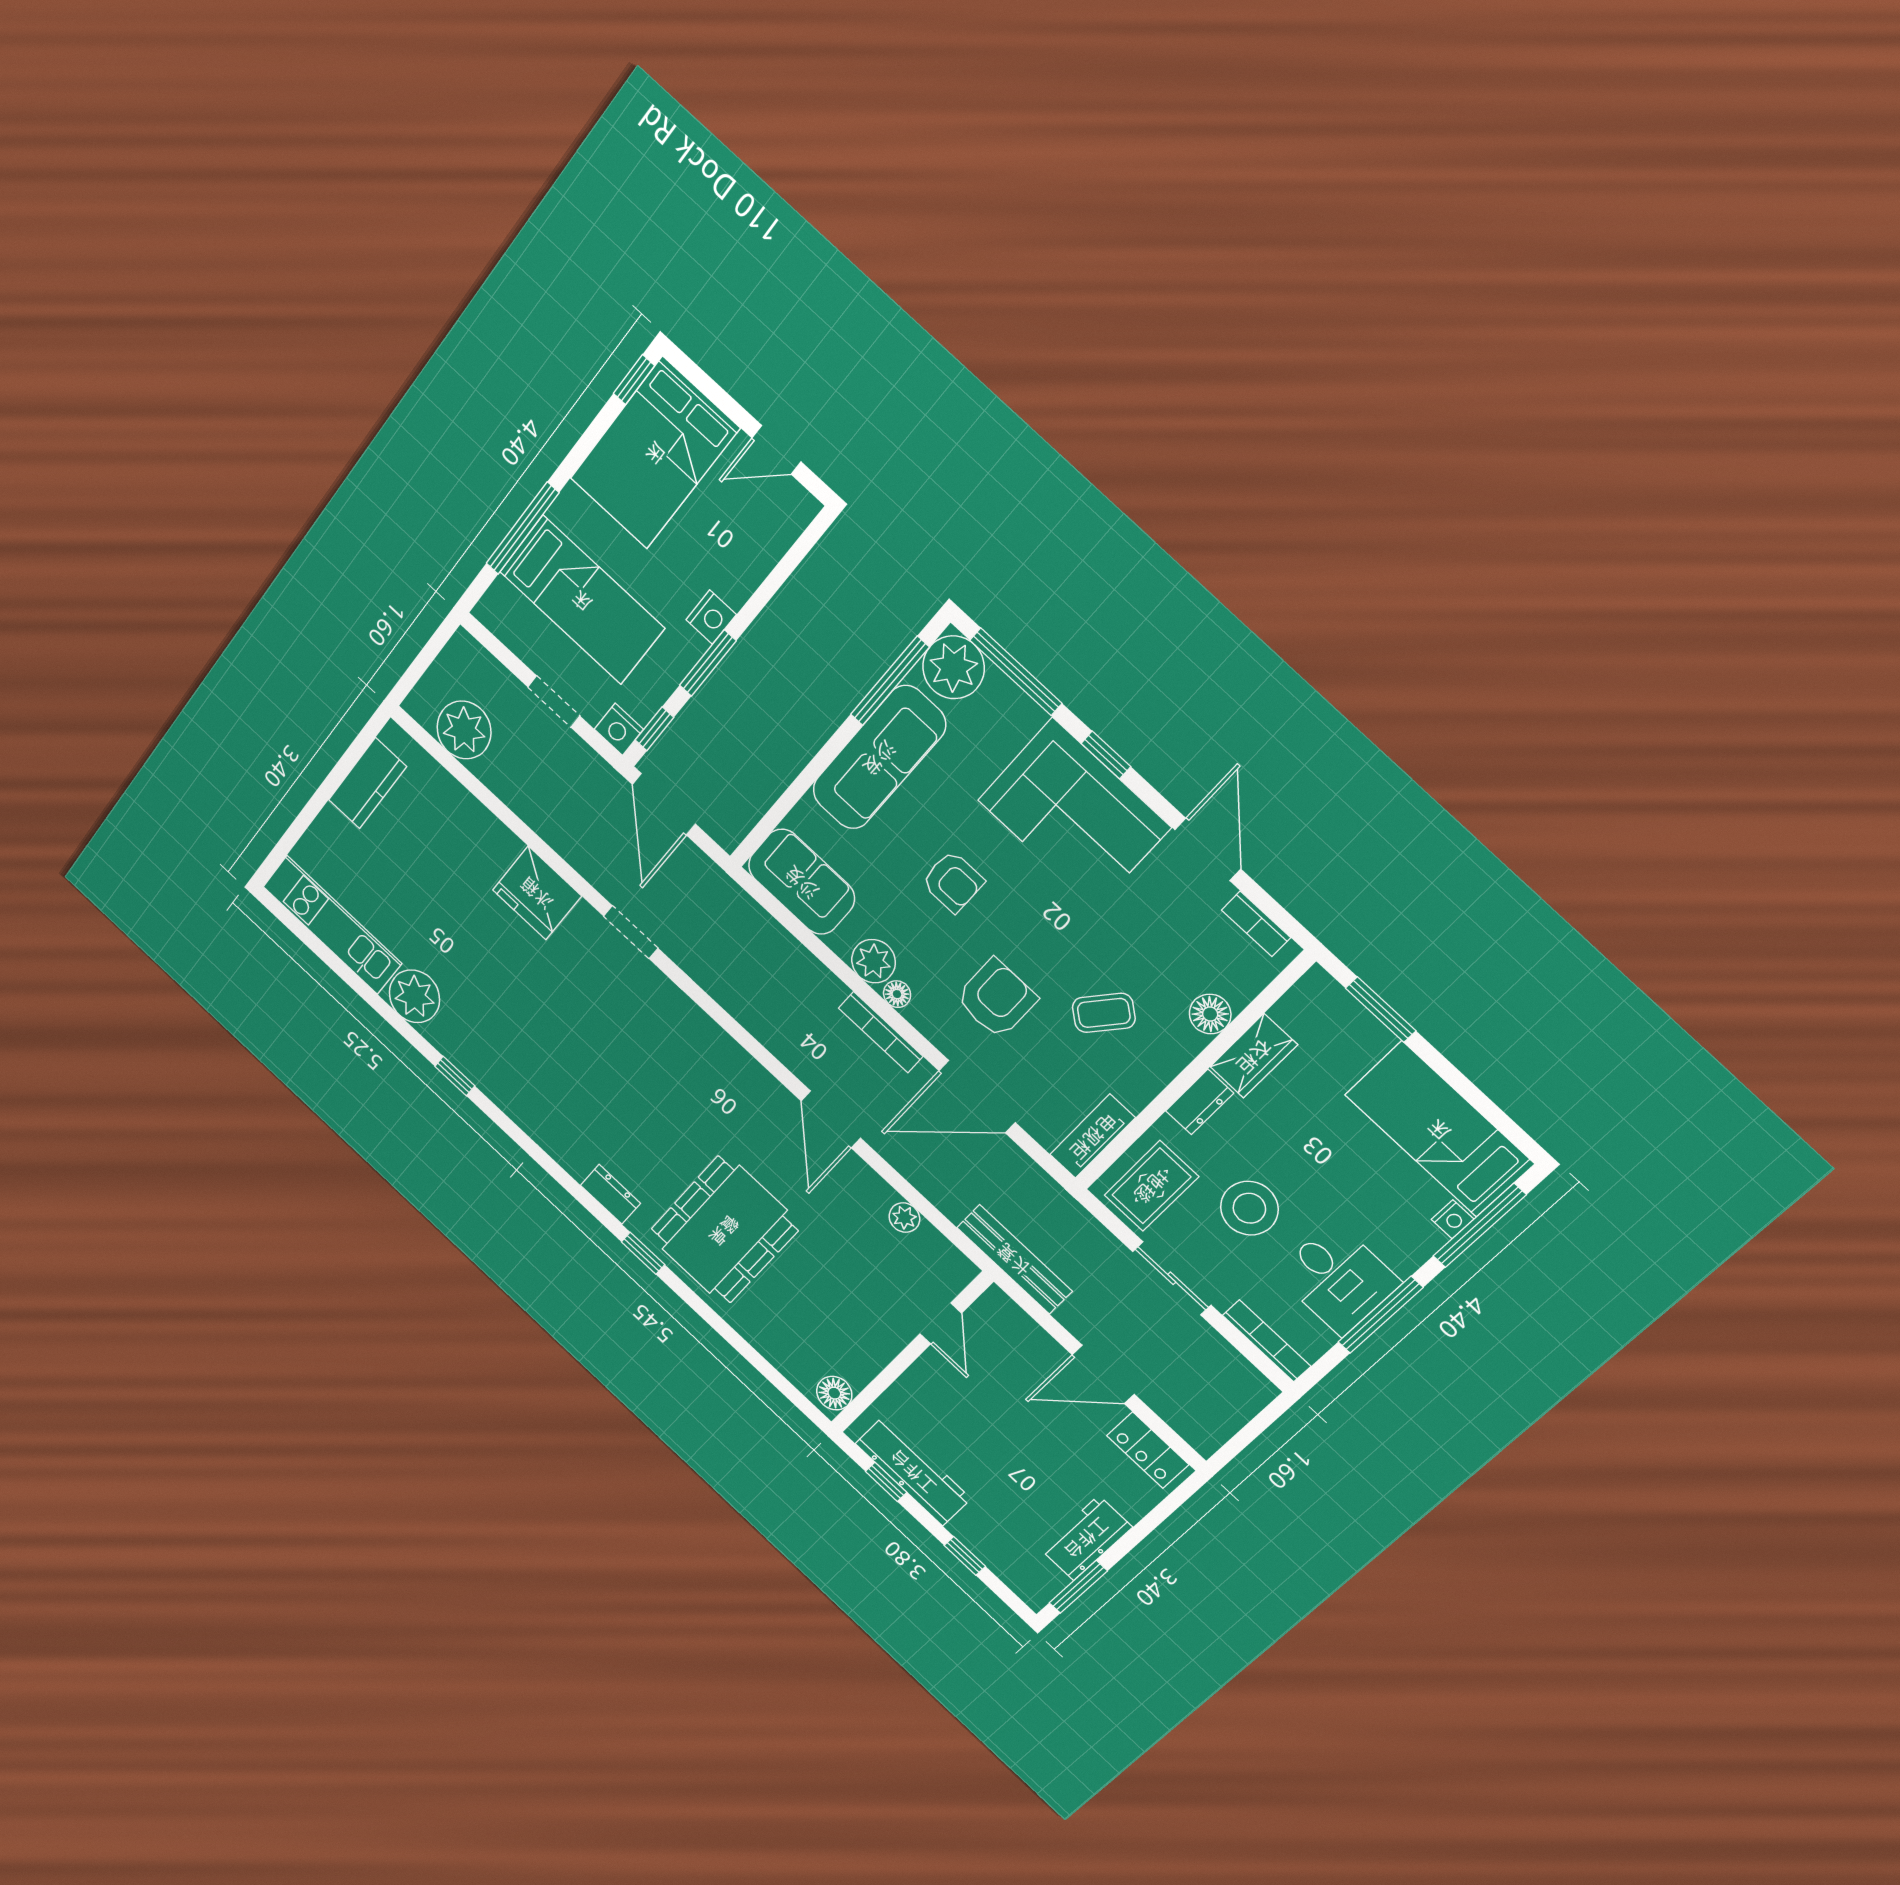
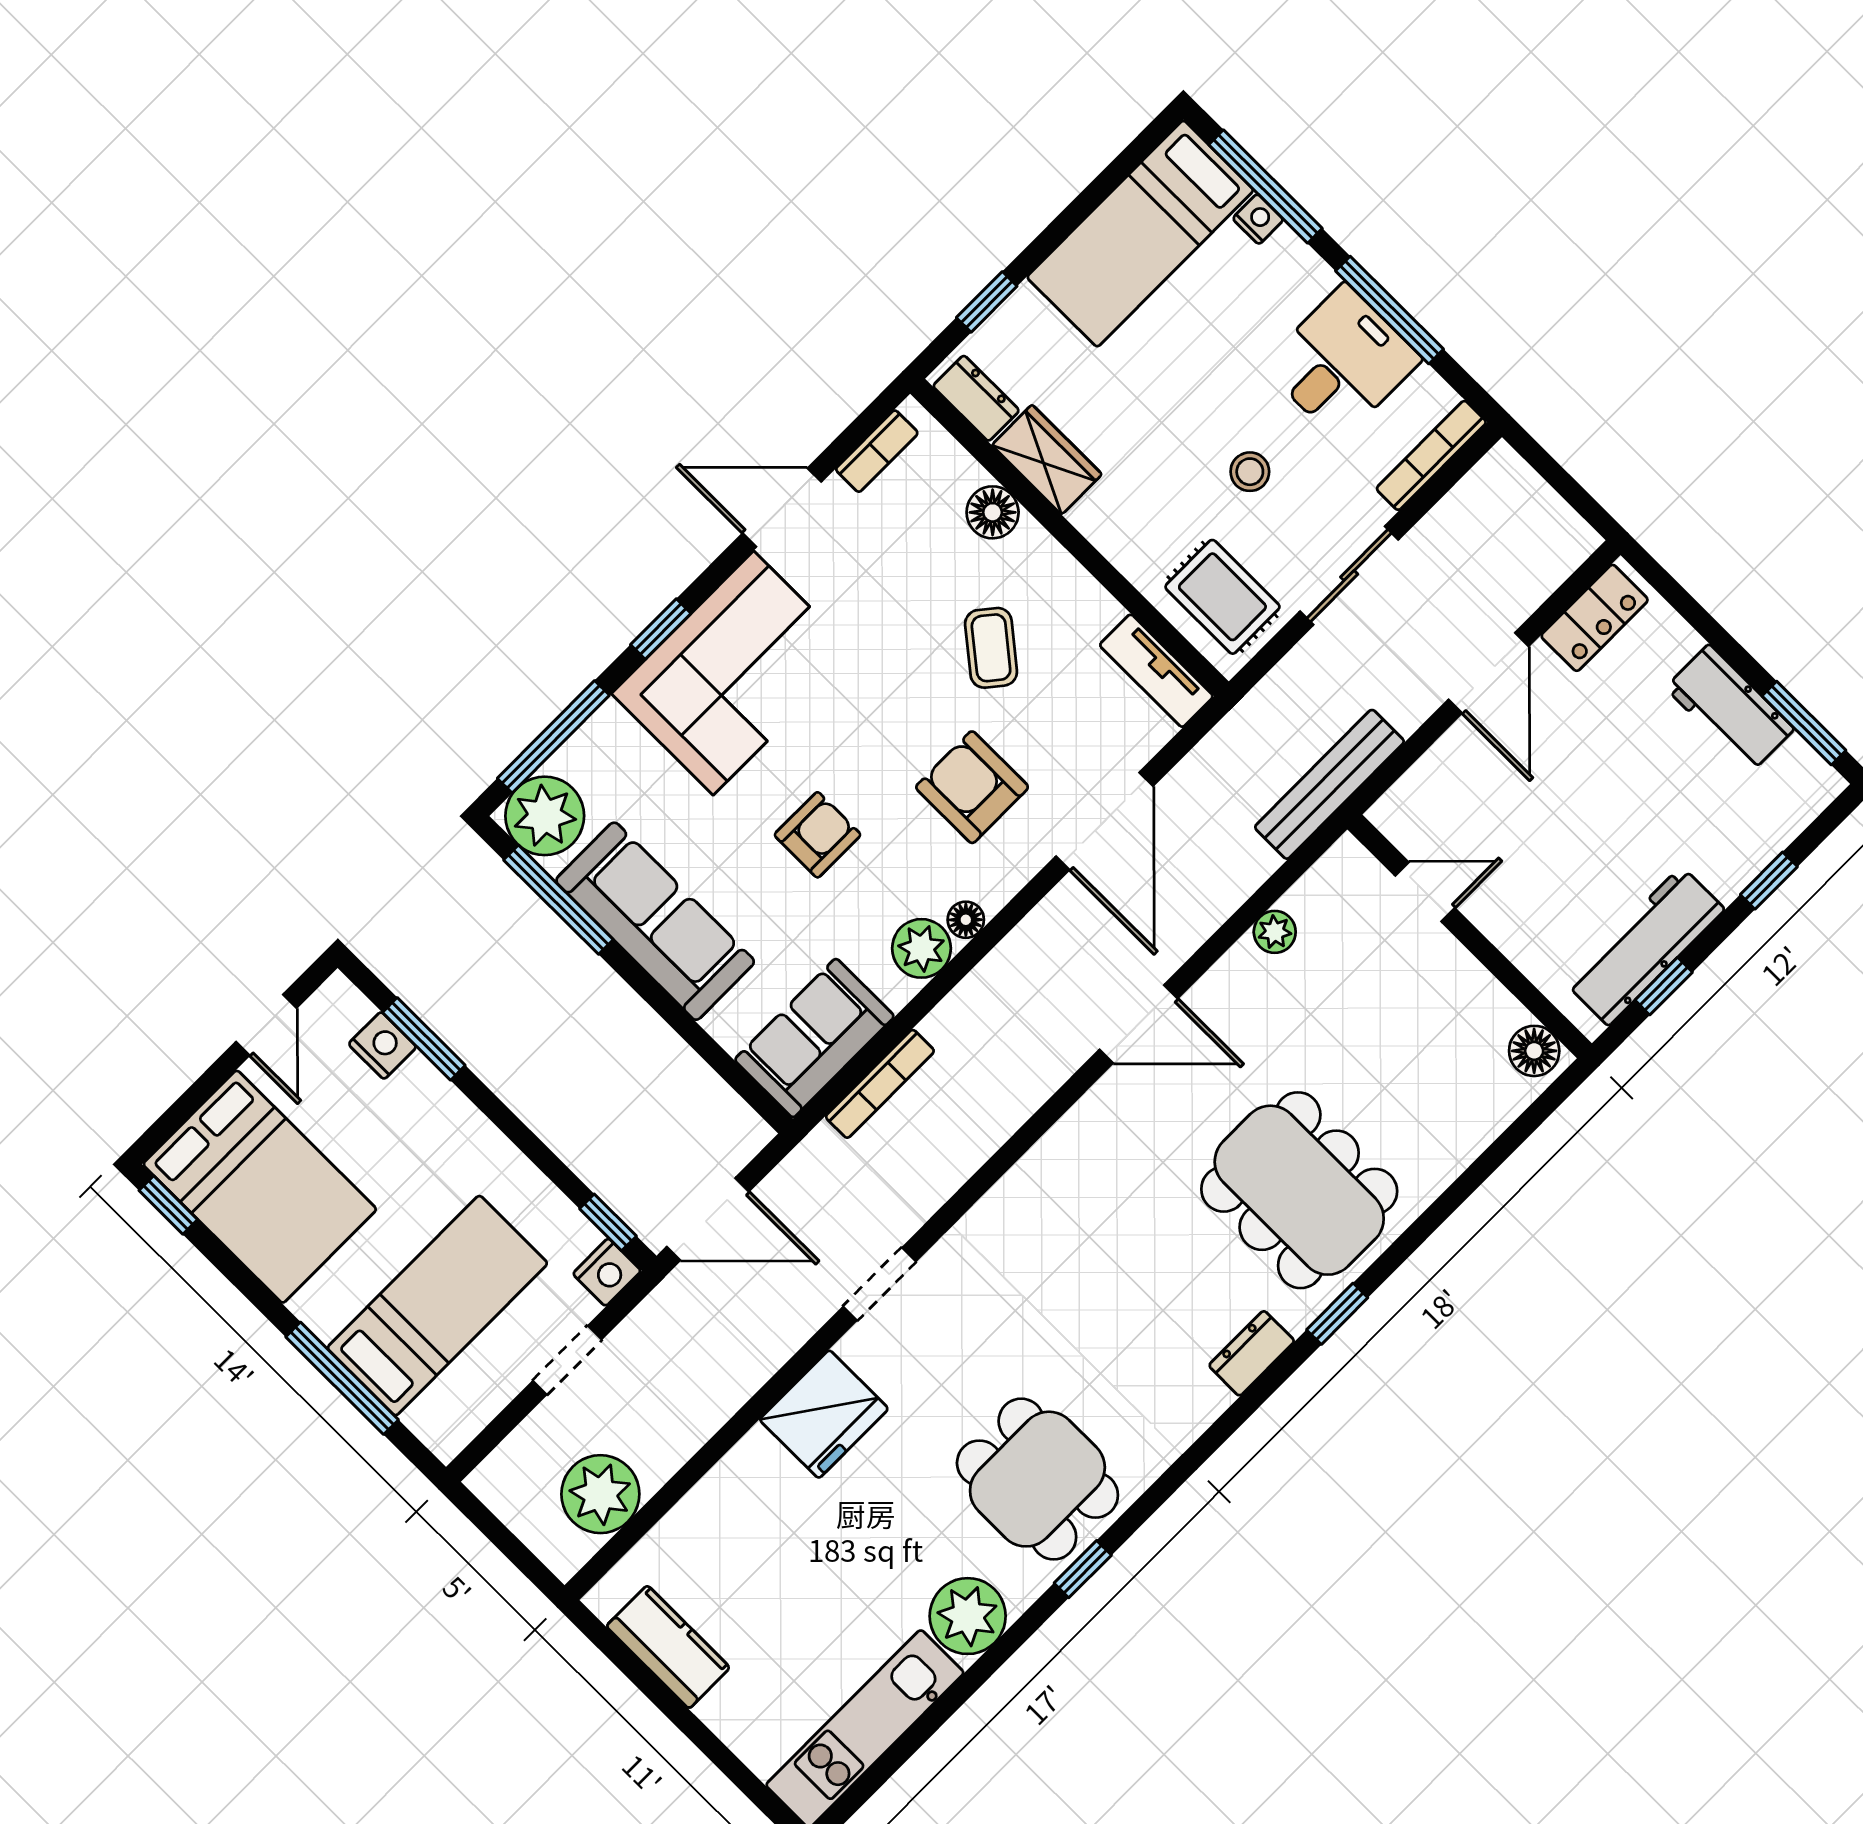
nightstand: (711, 617) -> (382, 1045), moved
window: (708, 663) -> (424, 1039), moved
window: (1381, 1010) -> (987, 302), width x0.67
bookcase: (881, 1032) -> (880, 1084), moved
dining table: (510, 1045) -> (1037, 1479), added
dresser: (1200, 1102) -> (976, 398), moved
stool: (1249, 1208) -> (1250, 472), width x0.53, depth x0.53

